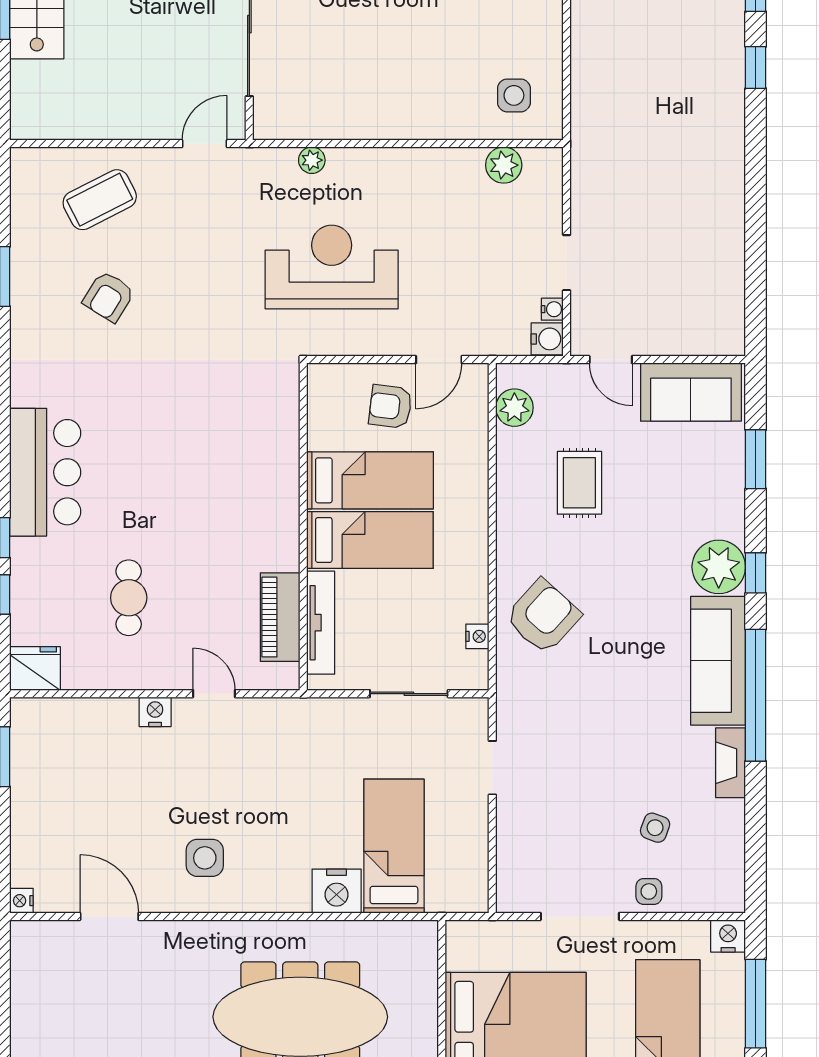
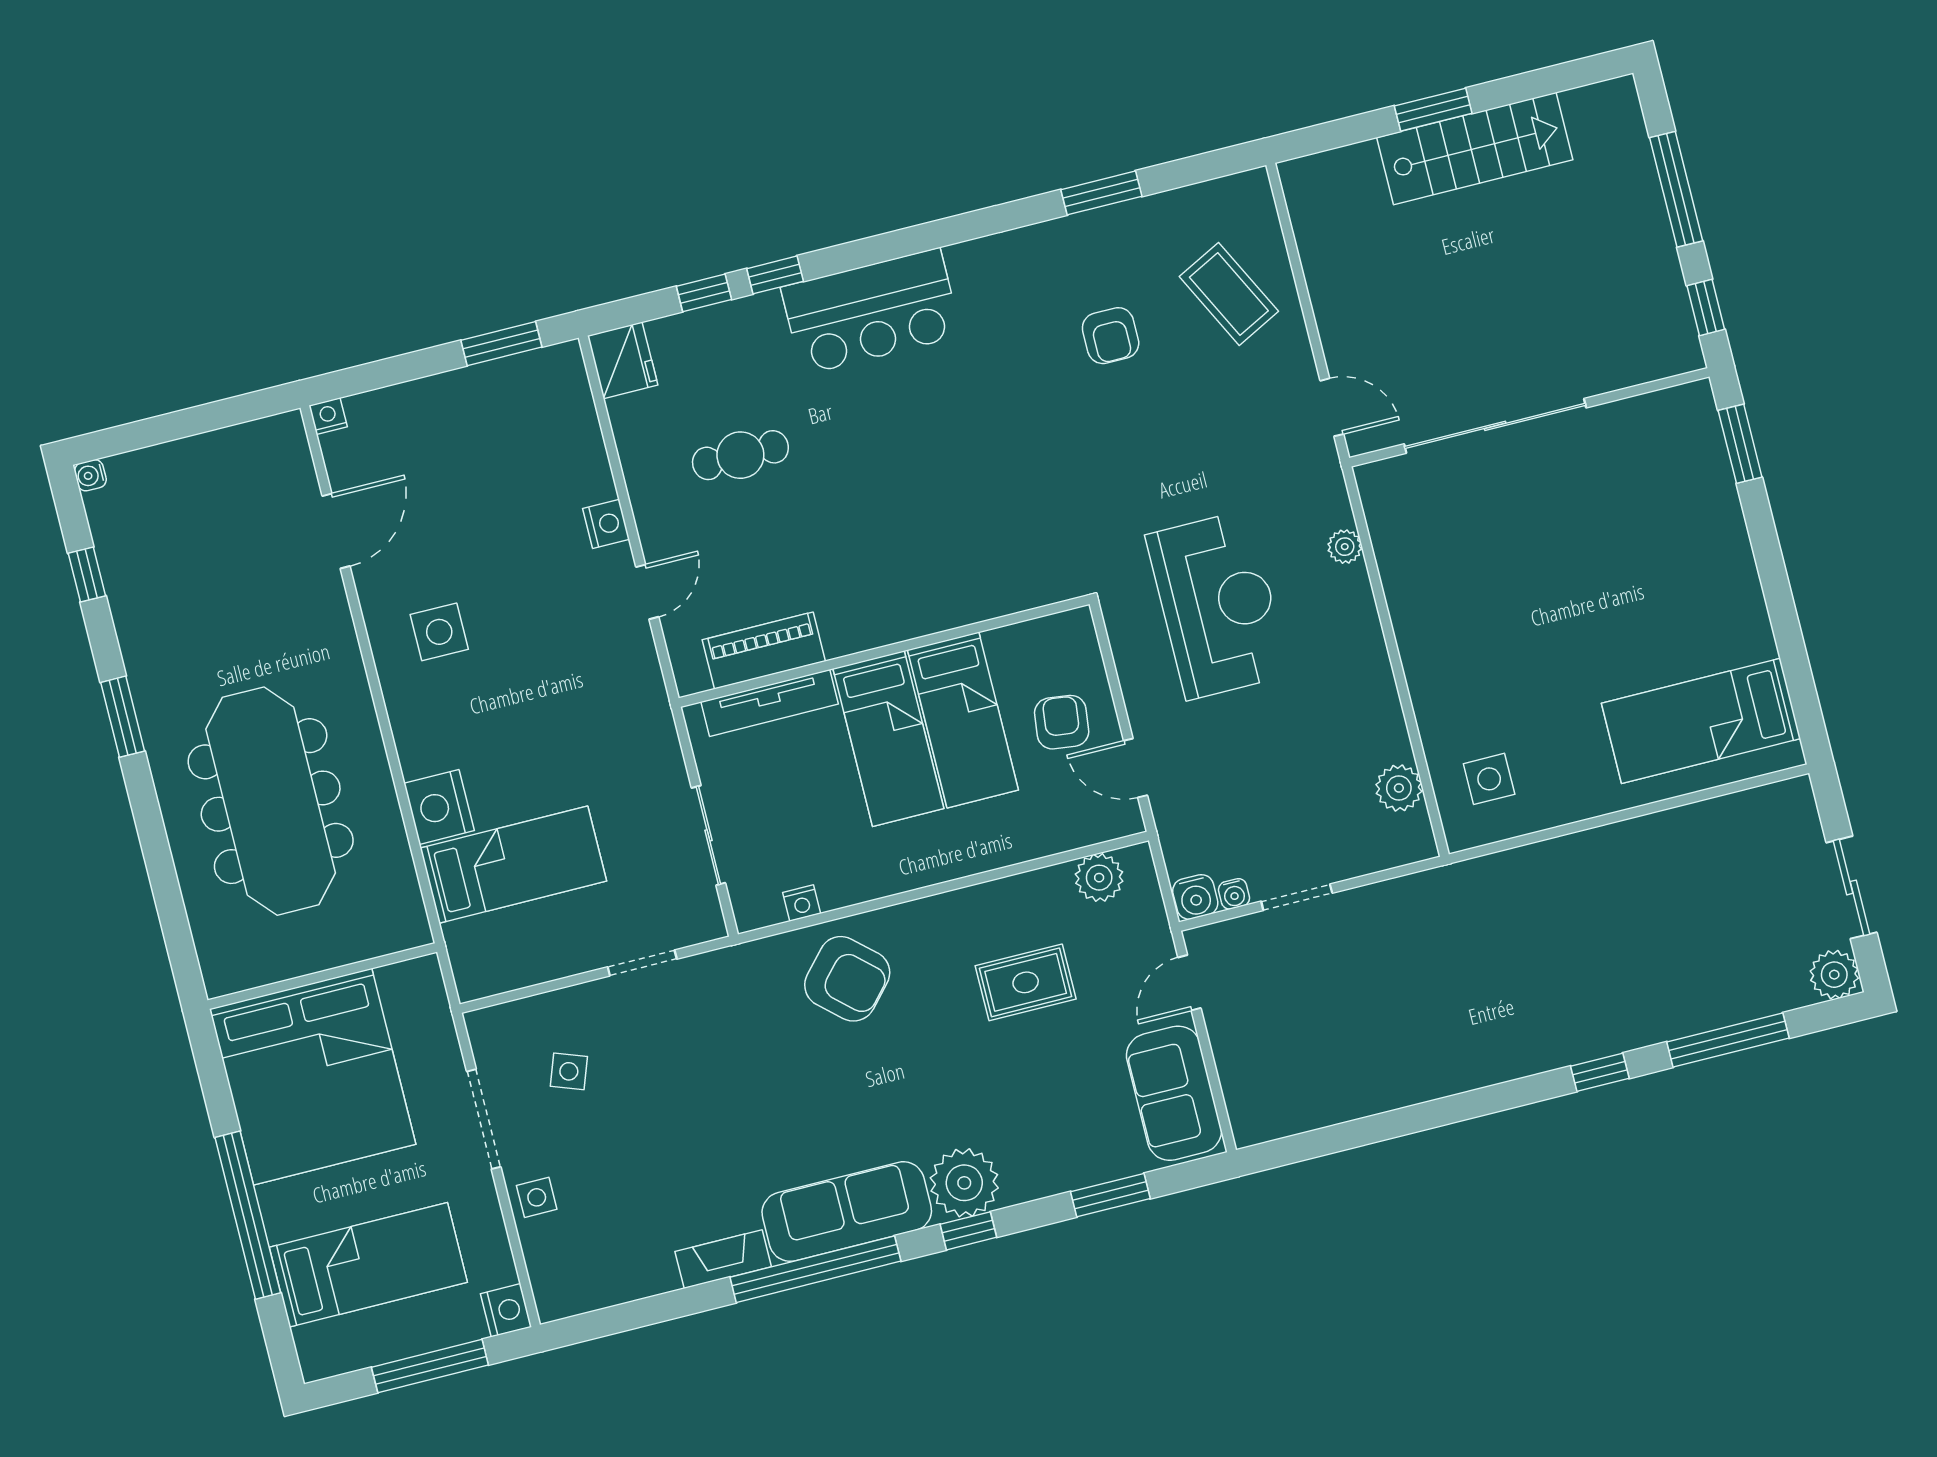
armchair: (109, 297) -> (1111, 336), turned -122
side table: (655, 828) -> (569, 1071), moved

